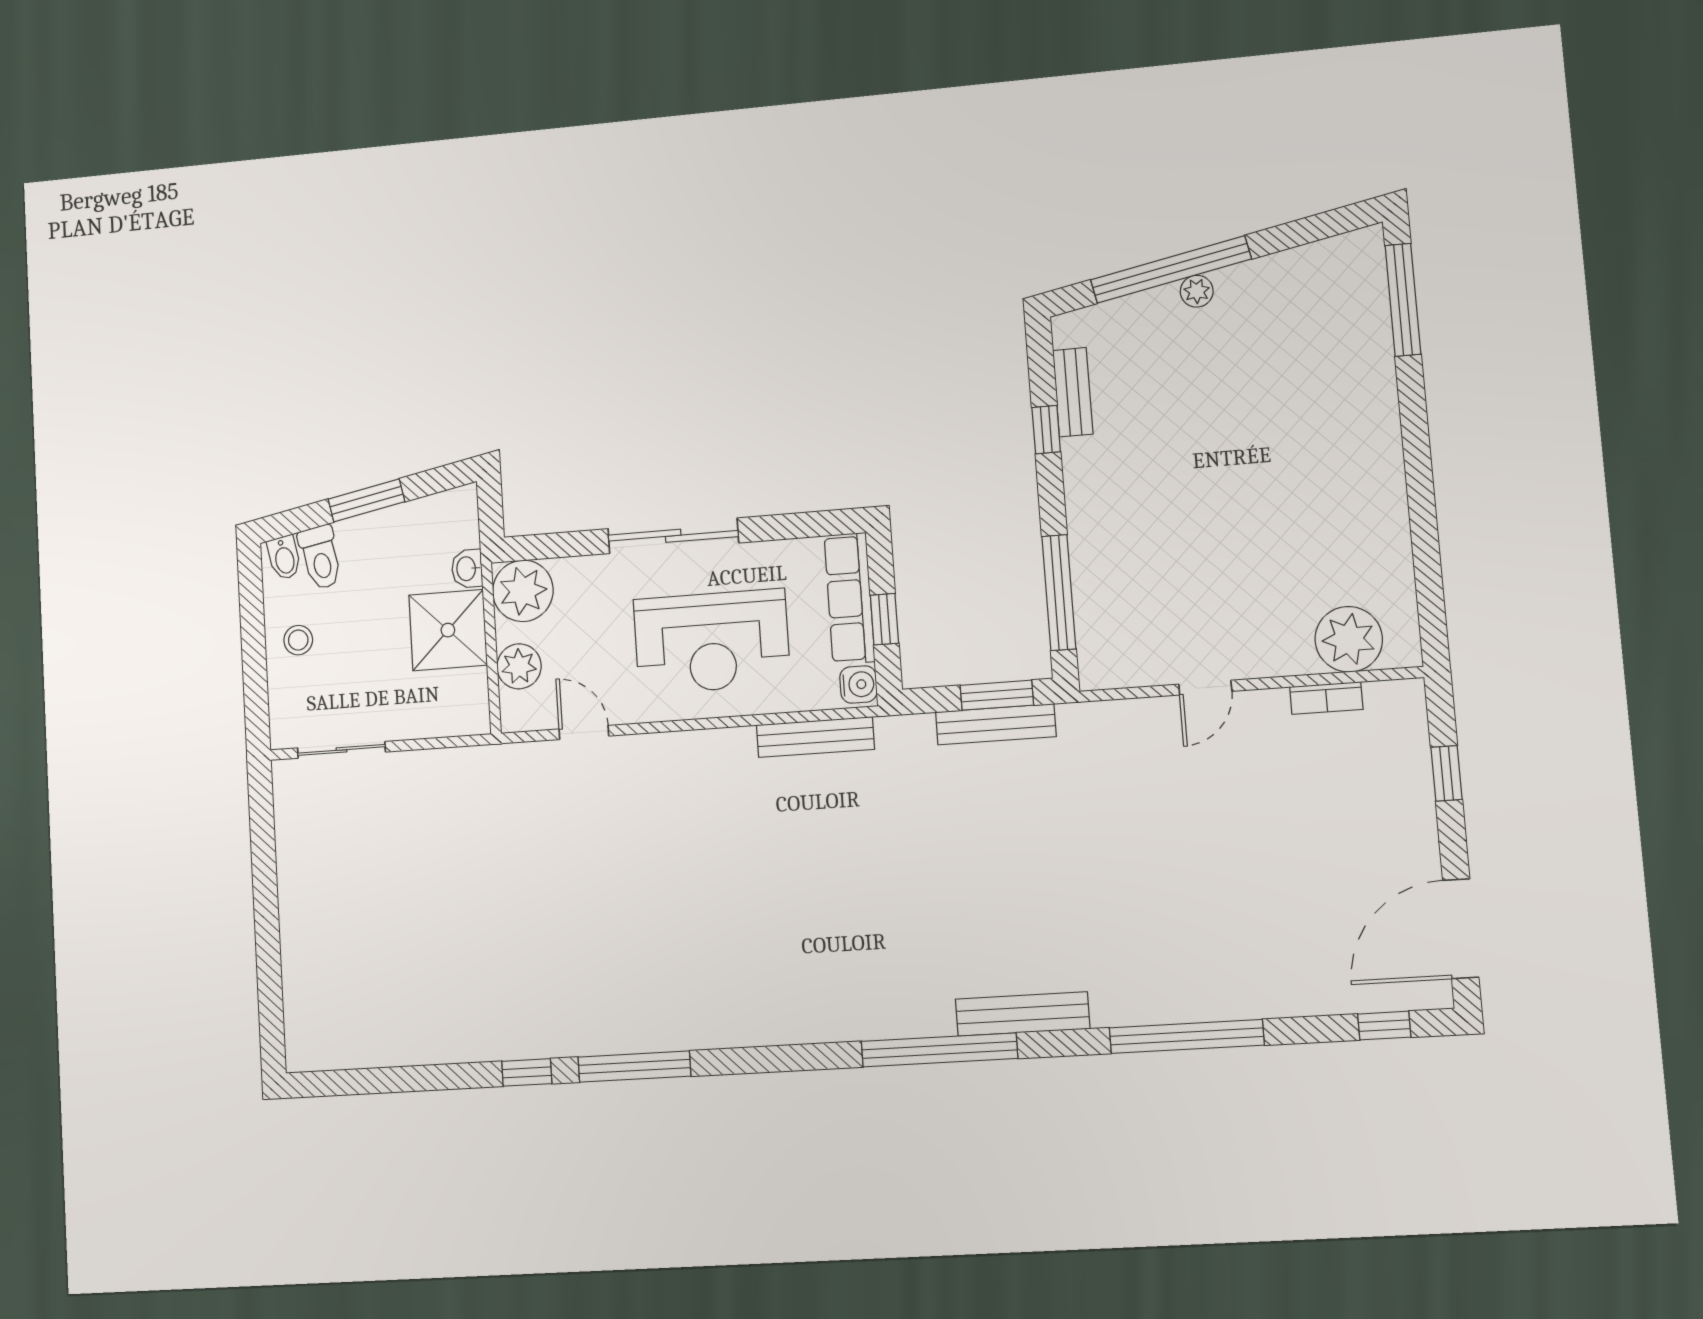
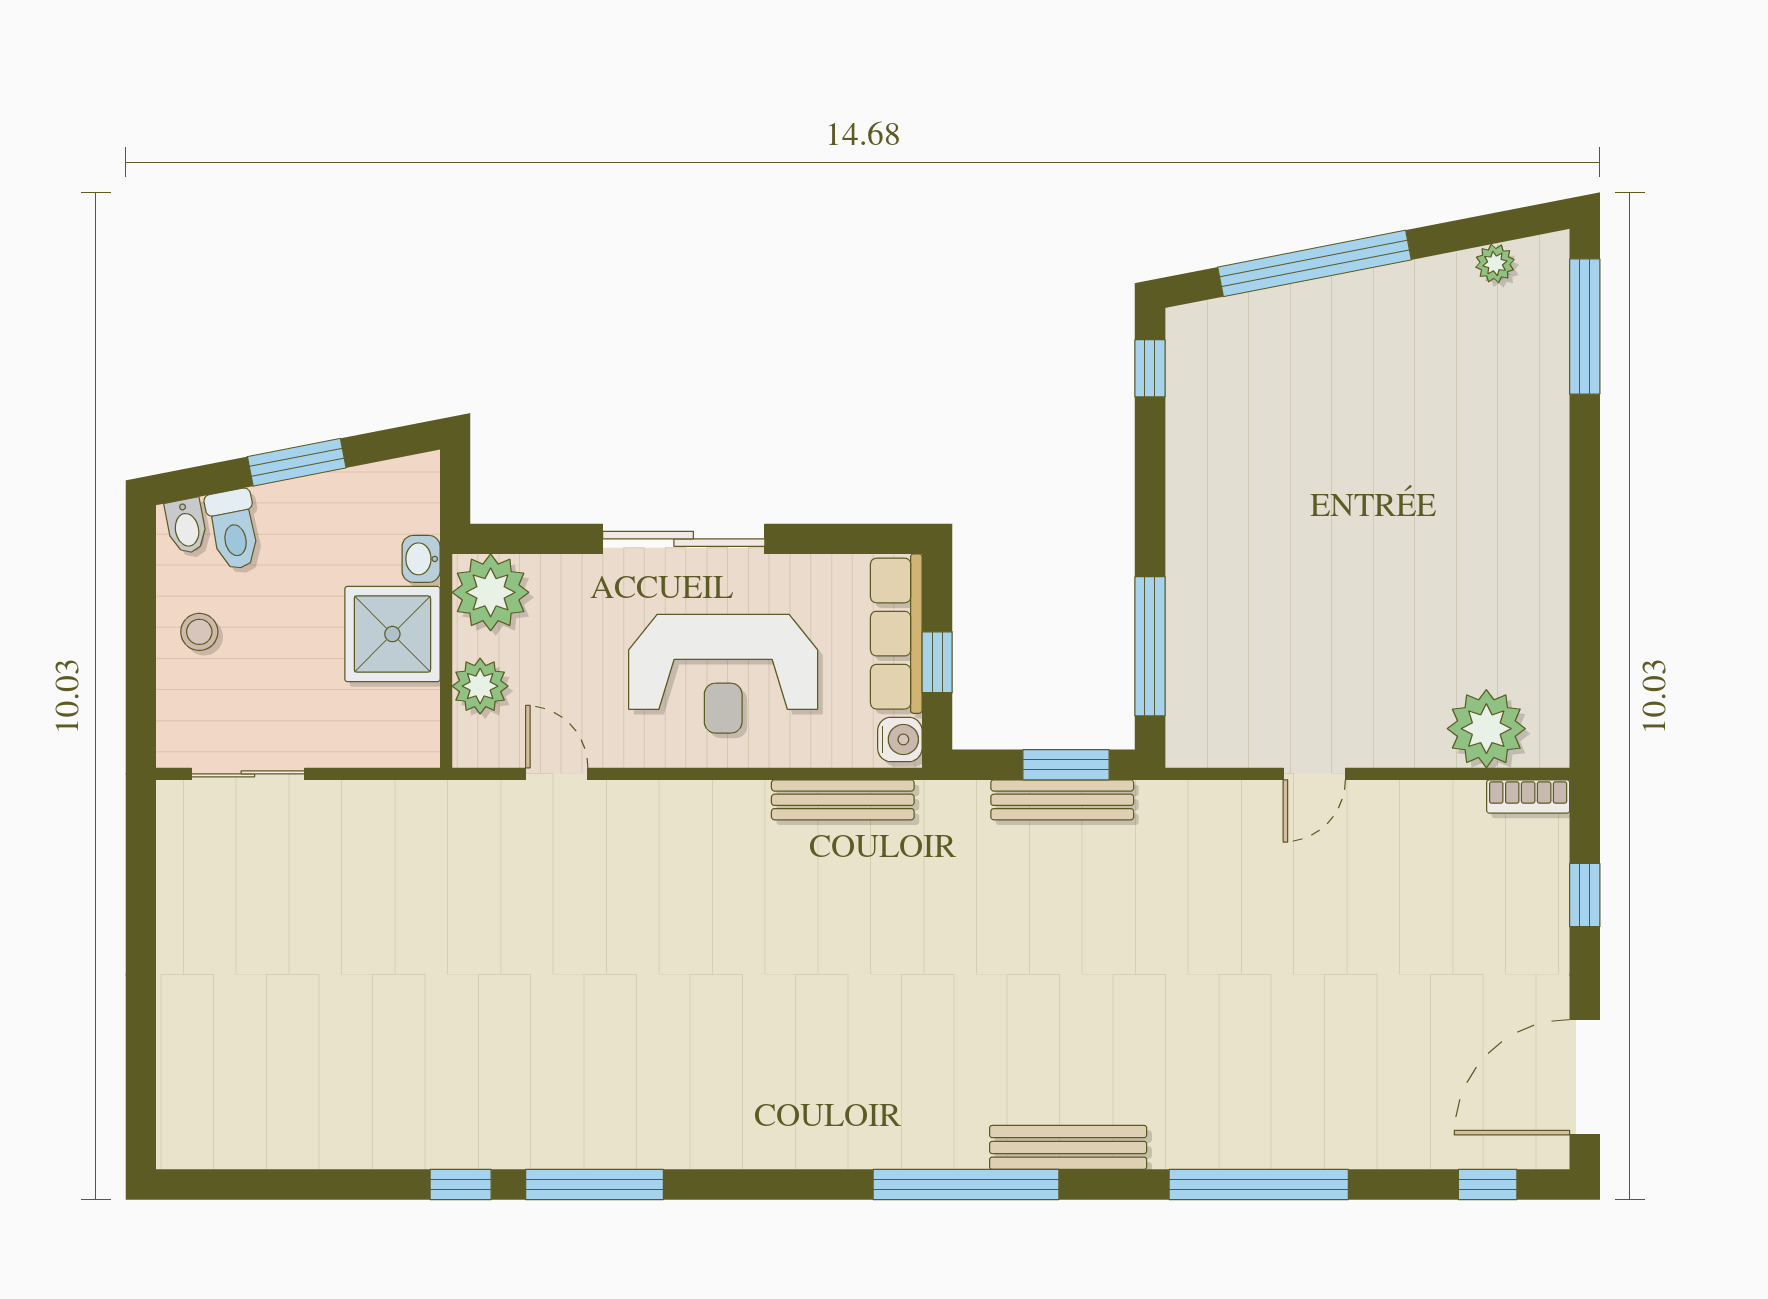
plant: (1197, 291) -> (1495, 263), moved
bench: (1073, 392) -> (1185, 403), removed
window: (1046, 430) -> (1150, 368), moved
bookcase: (1326, 698) -> (1528, 796), moved

